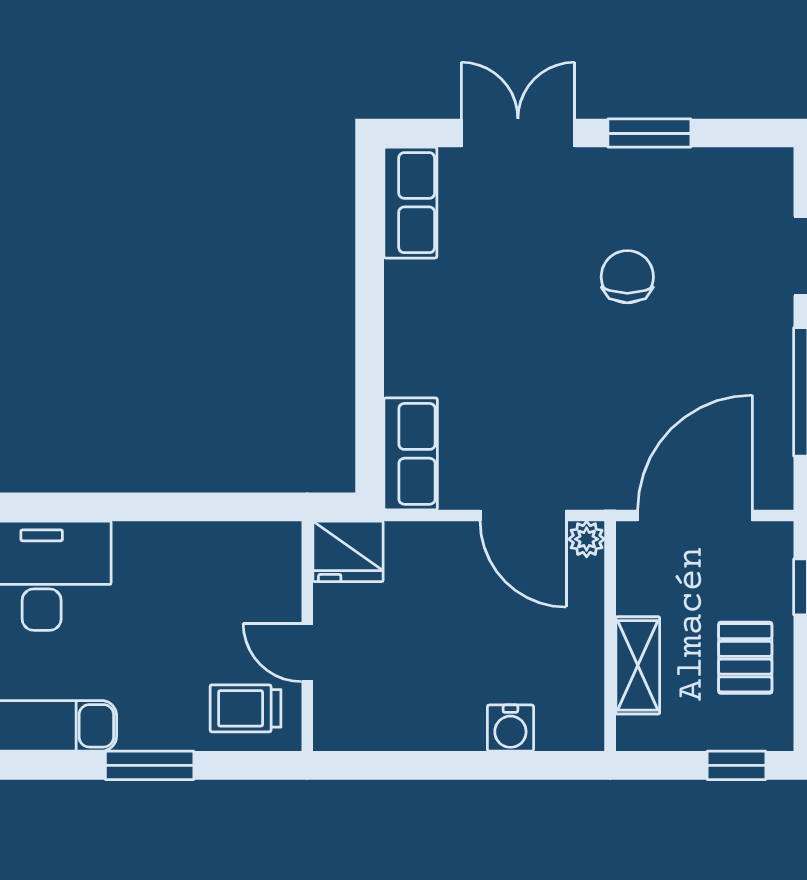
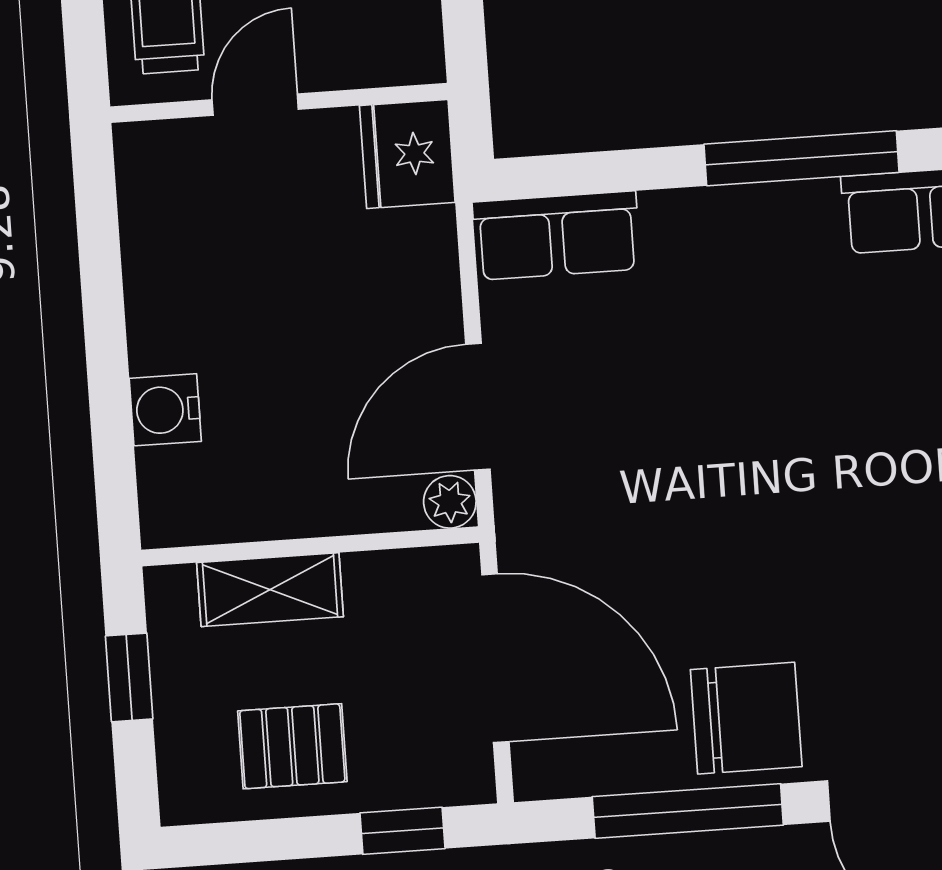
chair: (627, 277) -> (746, 718), moved, width x1.37, depth x1.37
window: (370, 284) -> (802, 158), added
window: (736, 765) -> (129, 677), moved

